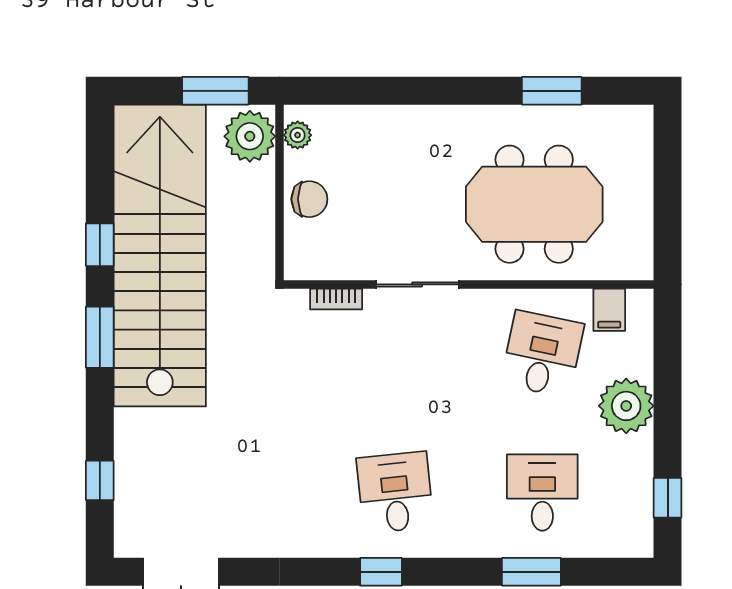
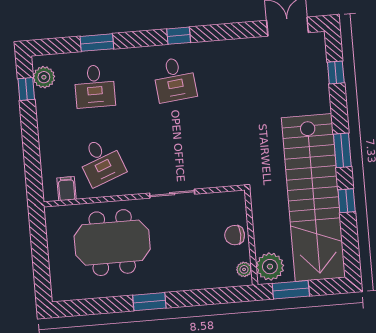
window: (552, 91) -> (149, 302), moved
bookcase: (336, 299) -> (216, 182), removed
desk: (542, 354) -> (101, 162), turned -33
plant: (626, 406) -> (44, 77), moved, width x0.73, depth x0.73

